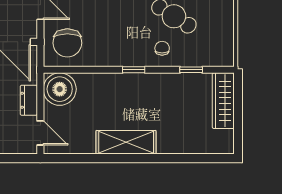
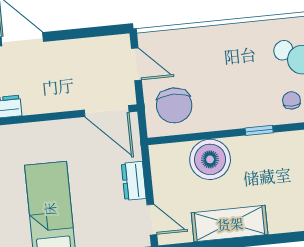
boiler: (60, 89) -> (210, 159), moved
shelving: (126, 142) -> (230, 224), moved

